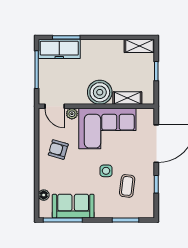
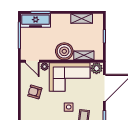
shelving: (139, 46) -> (82, 18), moved
plant: (145, 116) -> (97, 68), added

